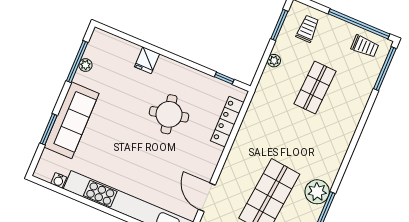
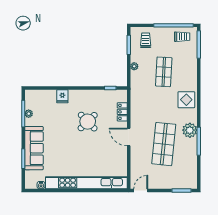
round table: (169, 114) -> (88, 122), turned -32
locker: (227, 122) -> (122, 112), width x0.66
display table: (331, 144) -> (186, 100), added
door: (207, 197) -> (129, 137), moved

